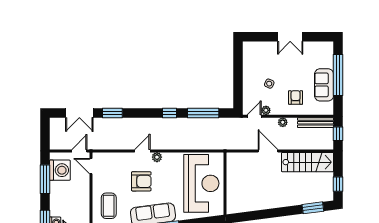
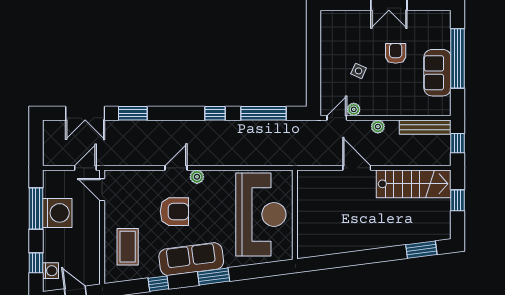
armchair: (296, 98) -> (396, 53), moved
washing machine: (60, 170) -> (57, 213), moved
window: (338, 184) -> (458, 200), moved

